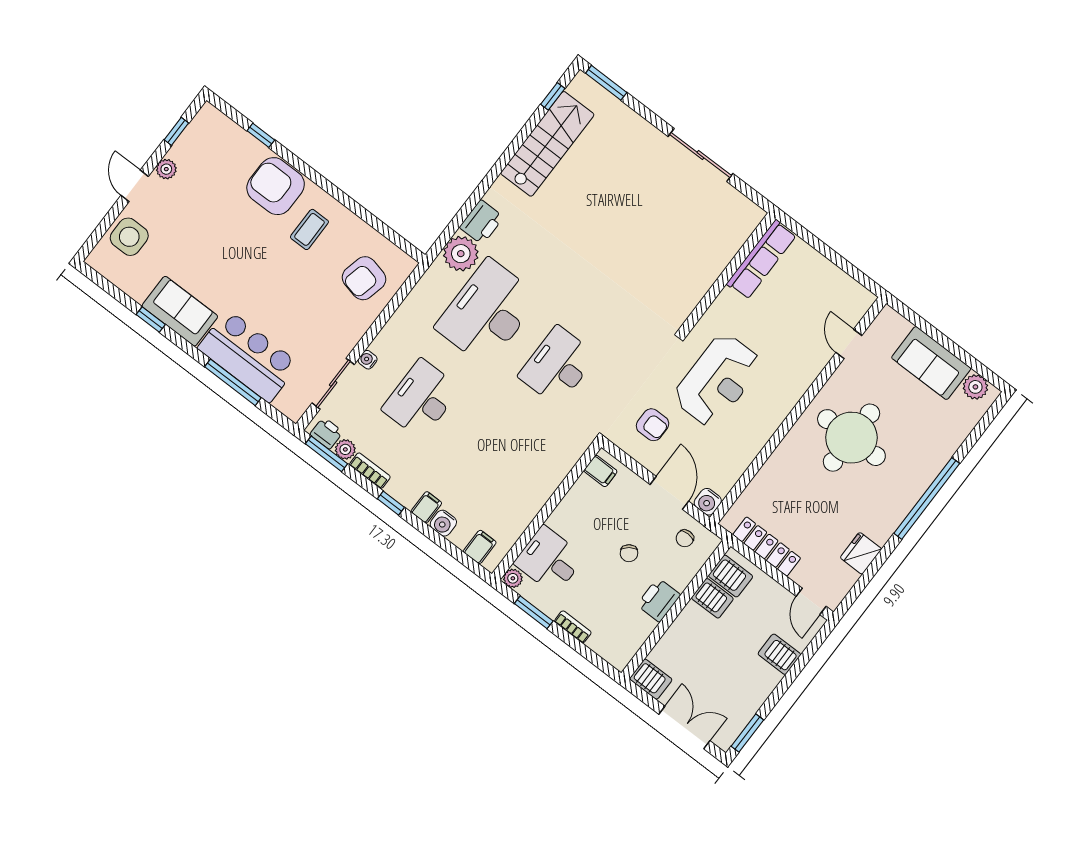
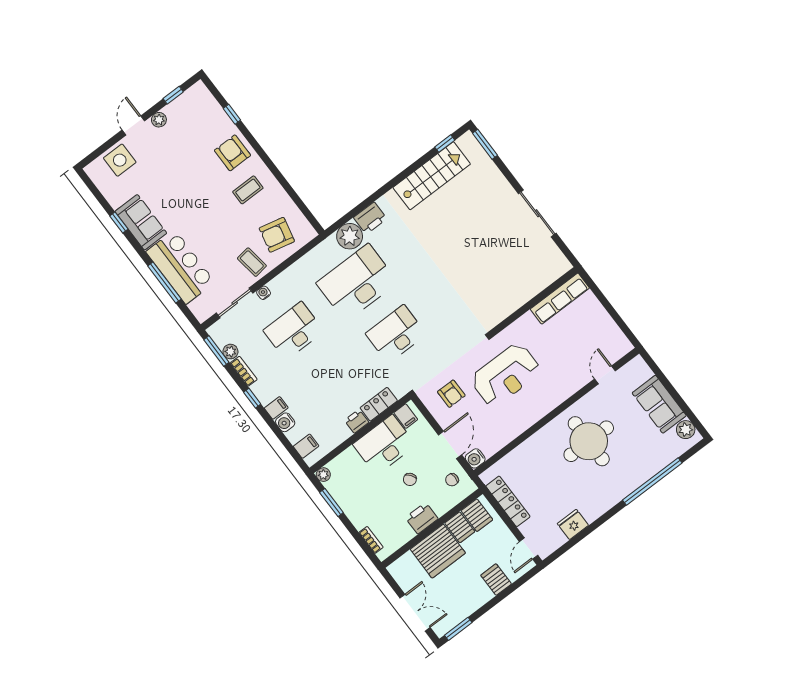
armchair: (276, 186) -> (232, 153), width x0.73, depth x0.73
coffee table: (341, 323) -> (252, 262), added
printer: (326, 433) -> (357, 421), moved, turned -90
locker: (560, 465) -> (379, 404), added
window: (927, 498) -> (652, 481), moved
desk: (549, 560) -> (384, 445), moved, width x1.37
bookcase: (573, 627) -> (371, 540), moved
server rack: (651, 679) -> (438, 551), moved, width x2.18, depth x1.44

